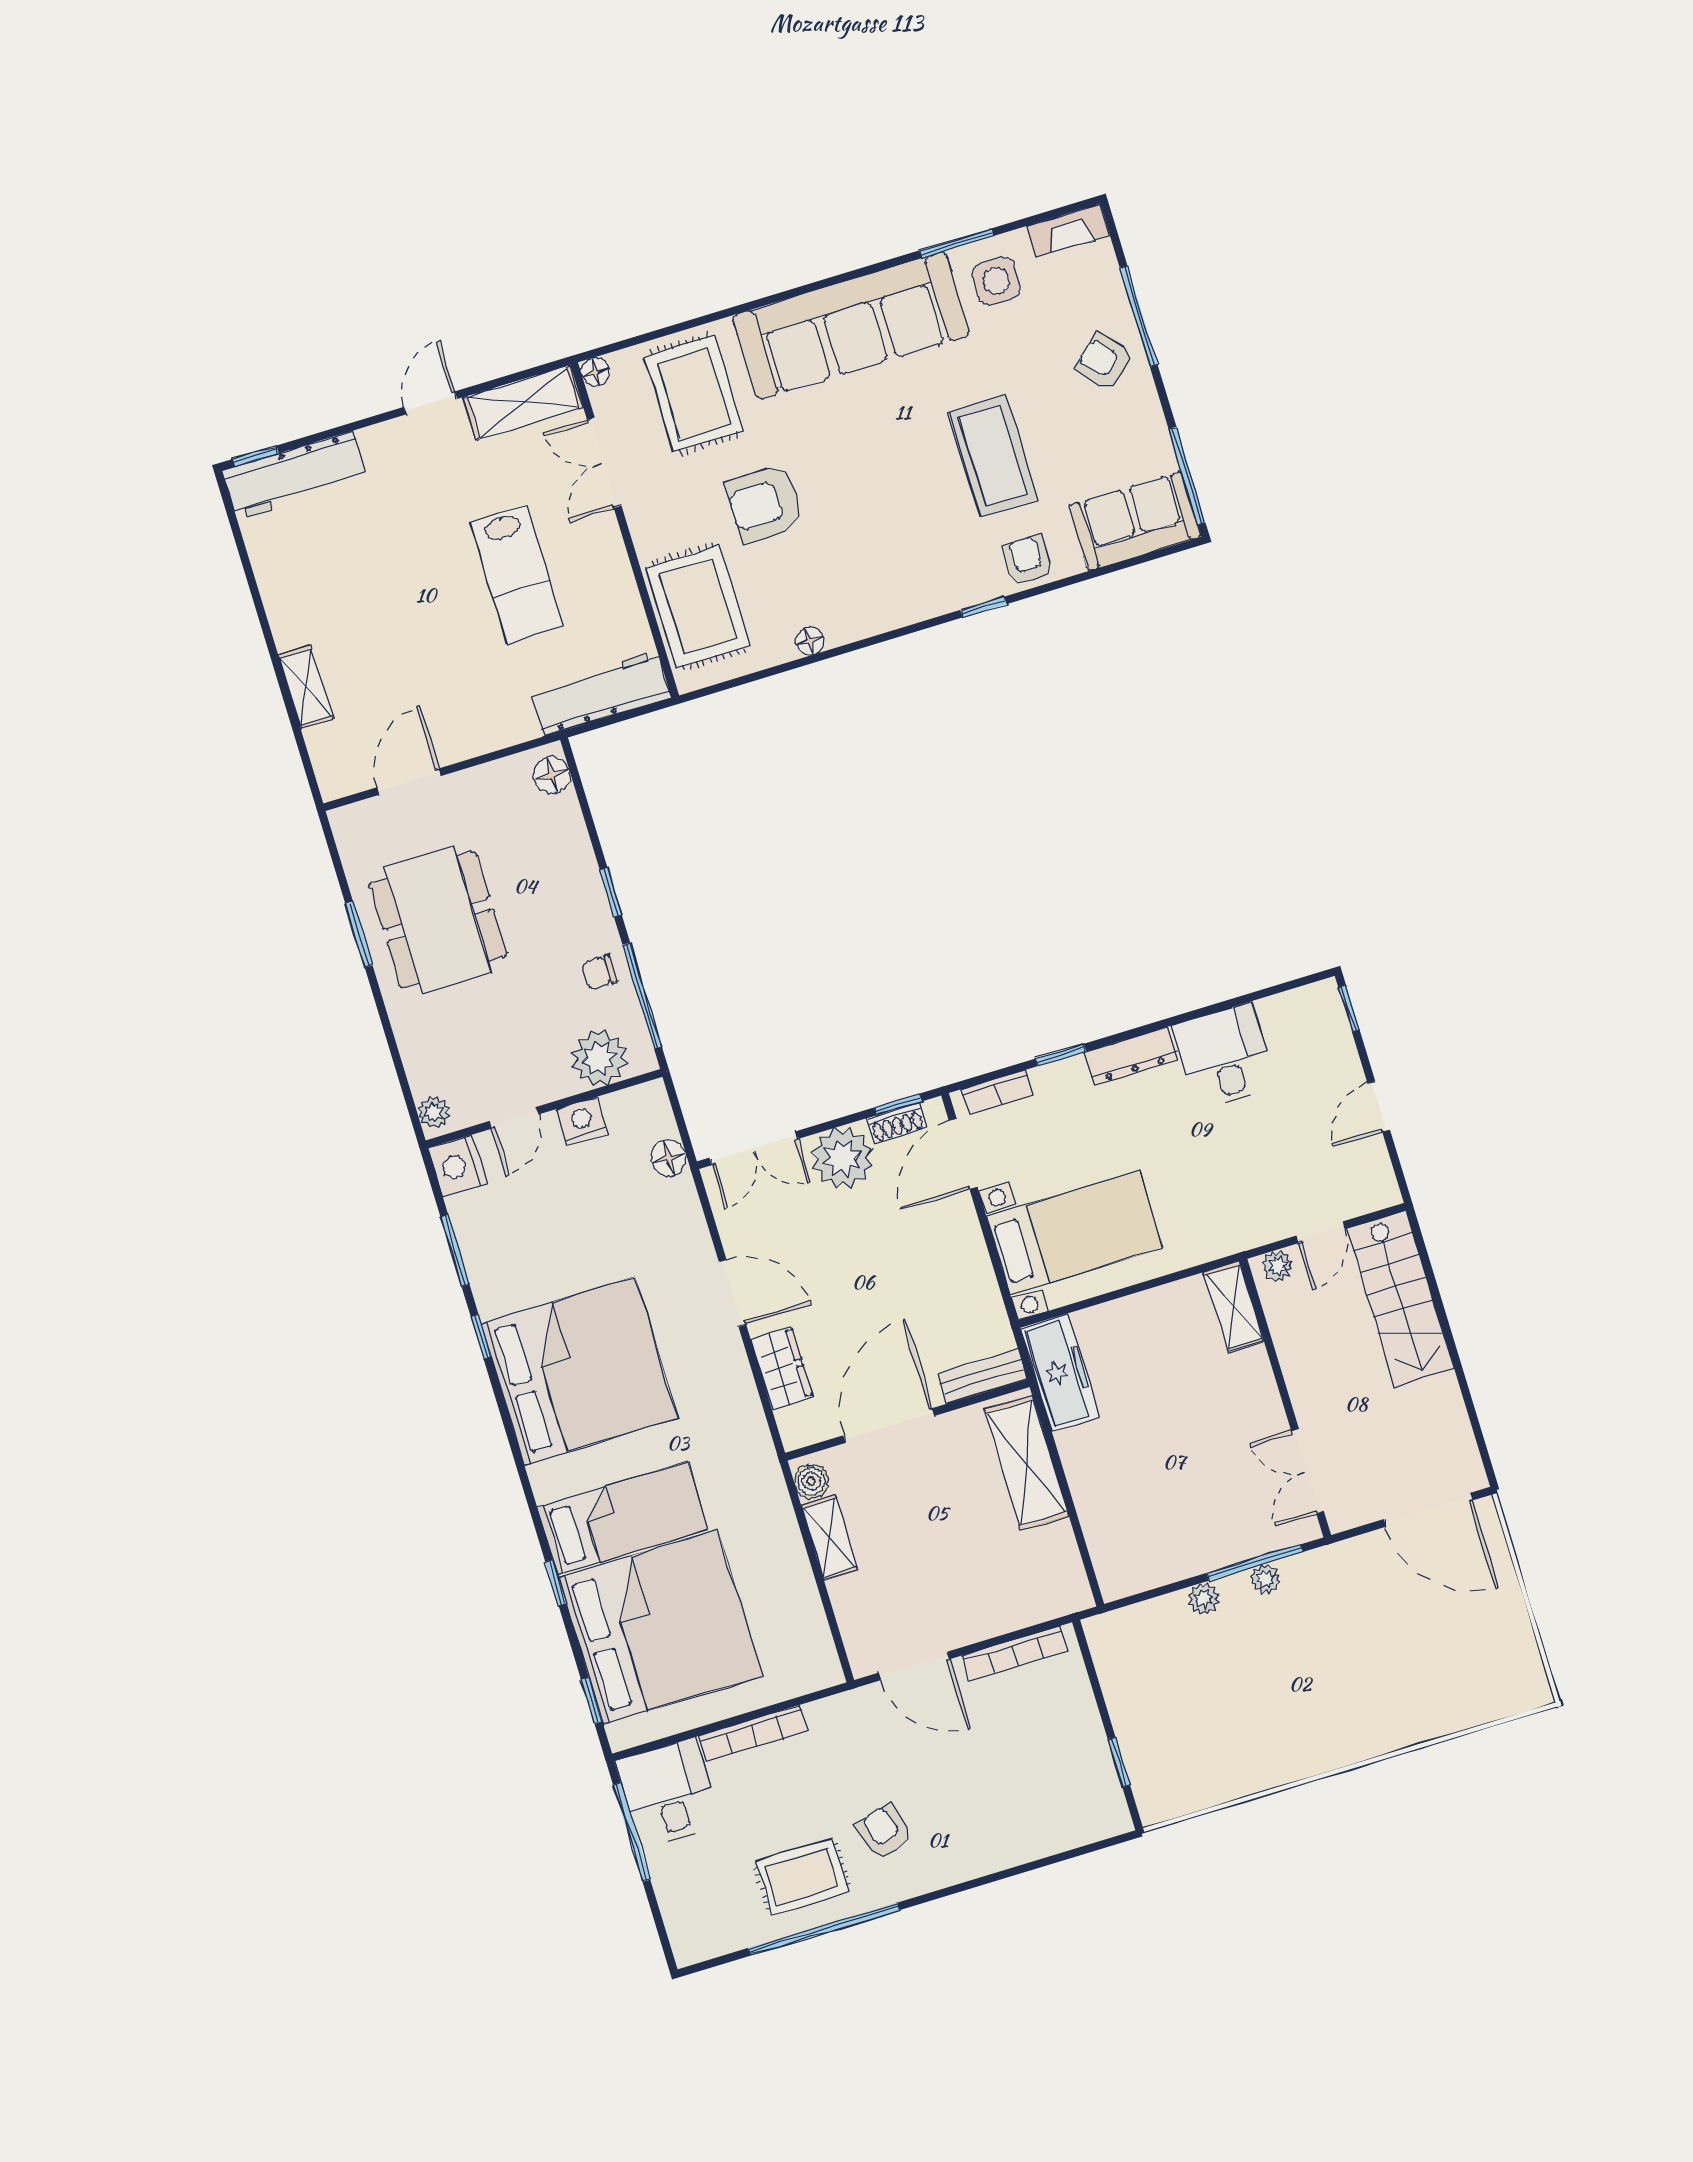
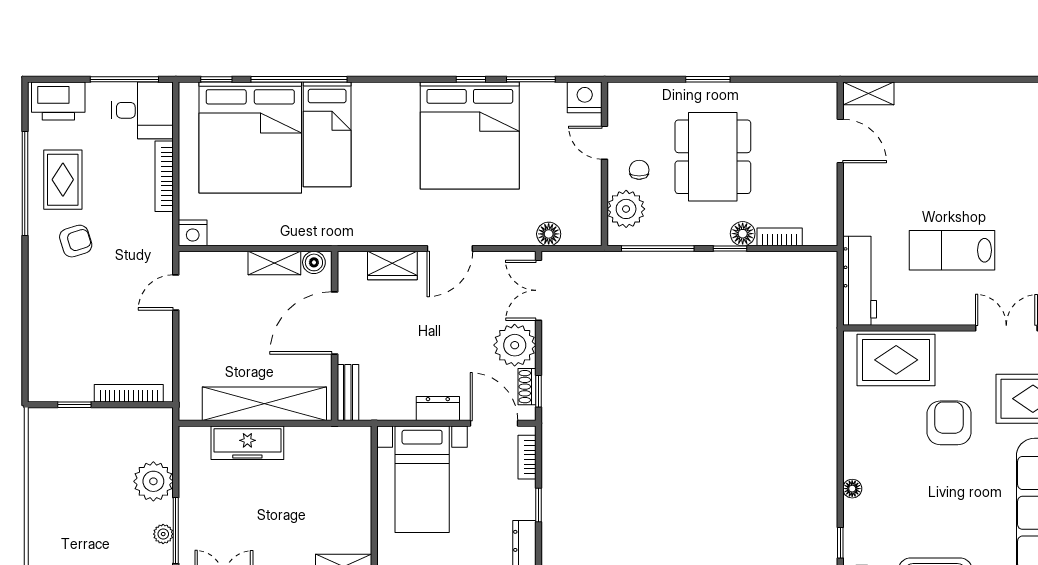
floor lamp: (810, 641) -> (852, 489), moved
shelving: (306, 687) -> (868, 93), moved
floor lamp: (552, 775) -> (743, 234), moved
bookcase: (572, 827) -> (780, 237), added
dining table: (438, 920) -> (713, 157), moved, turned 90
window: (359, 934) -> (708, 79), moved
chair: (599, 972) -> (639, 170), moved
plant: (434, 1112) -> (624, 92), removed
nightstand: (582, 1121) -> (193, 233), moved, turned 90
dresser: (966, 1241) -> (438, 409), added
bed: (579, 1371) -> (470, 136), moved
freezer: (1060, 1372) -> (247, 443), moved
door: (889, 1426) -> (335, 323), swing flipped
shelving: (1026, 1463) -> (264, 404), width x1.47
window: (556, 1582) -> (299, 79), width x3.17
plant: (1203, 1599) -> (153, 481), width x1.88, depth x1.88
bookcase: (1015, 1653) -> (129, 393), moved, turned 90
door: (914, 1666) -> (176, 292), width x0.73
printer: (692, 1917) -> (58, 101), added

